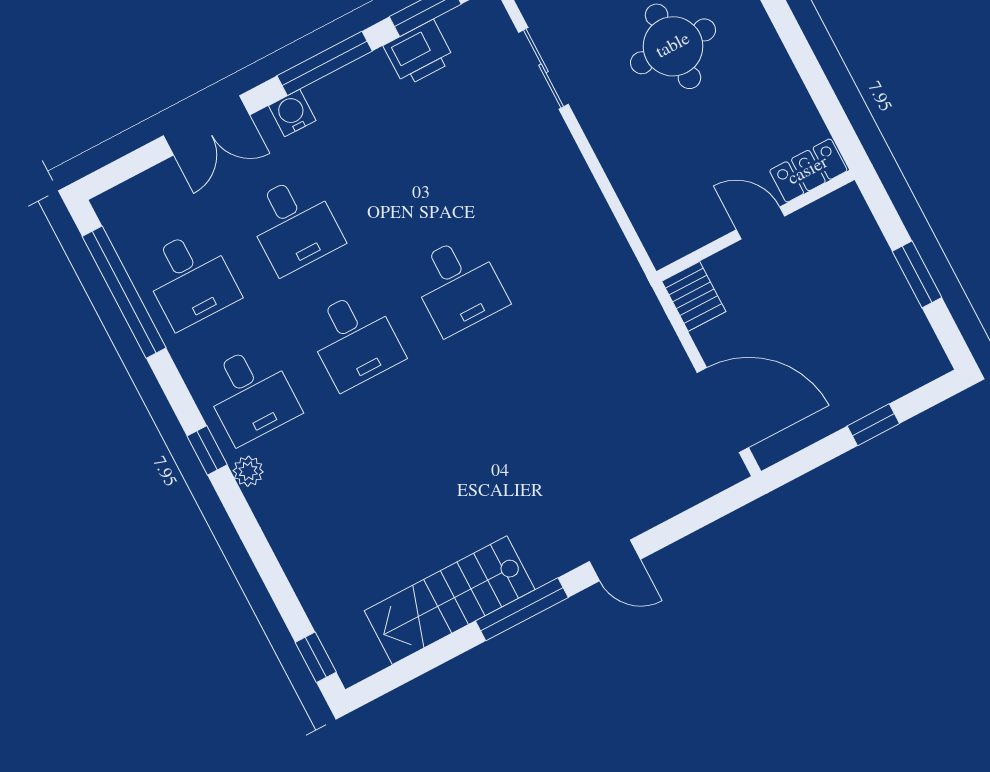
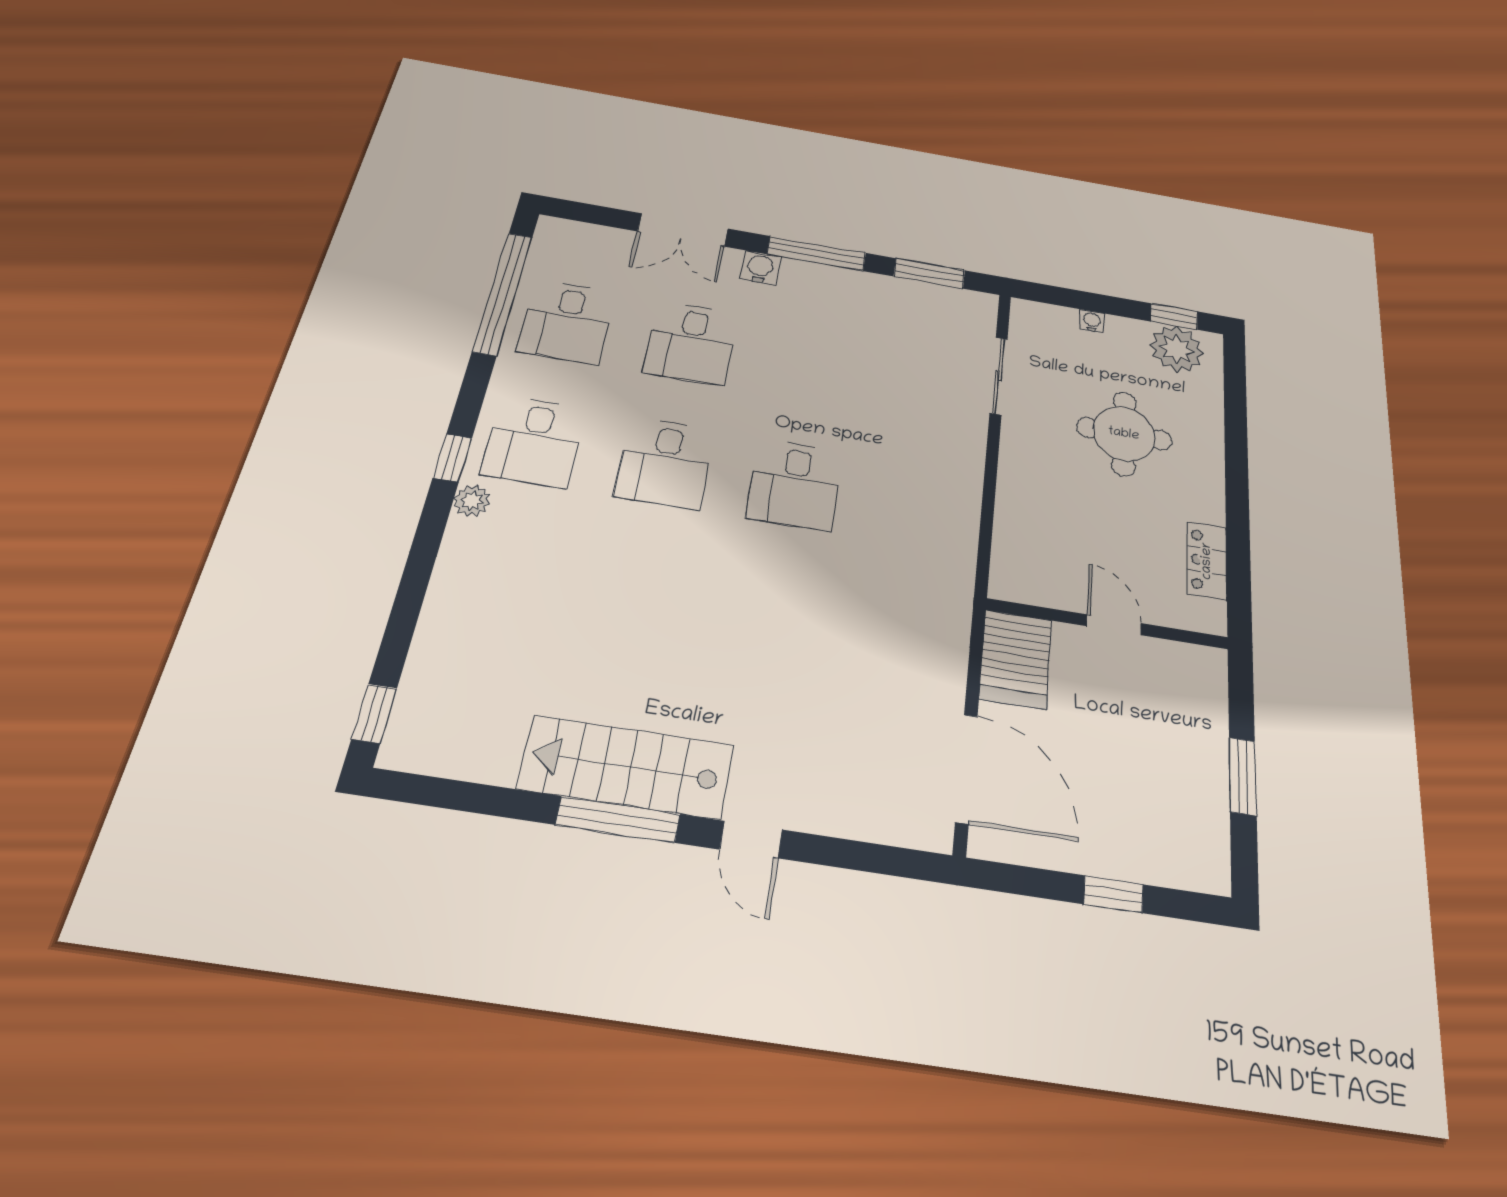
printer: (419, 53) -> (901, 297), removed
locker: (808, 171) -> (1207, 561), moved, turned -90
server rack: (694, 296) -> (1016, 659), width x1.36, depth x1.44
stairs: (450, 600) -> (626, 767), moved

